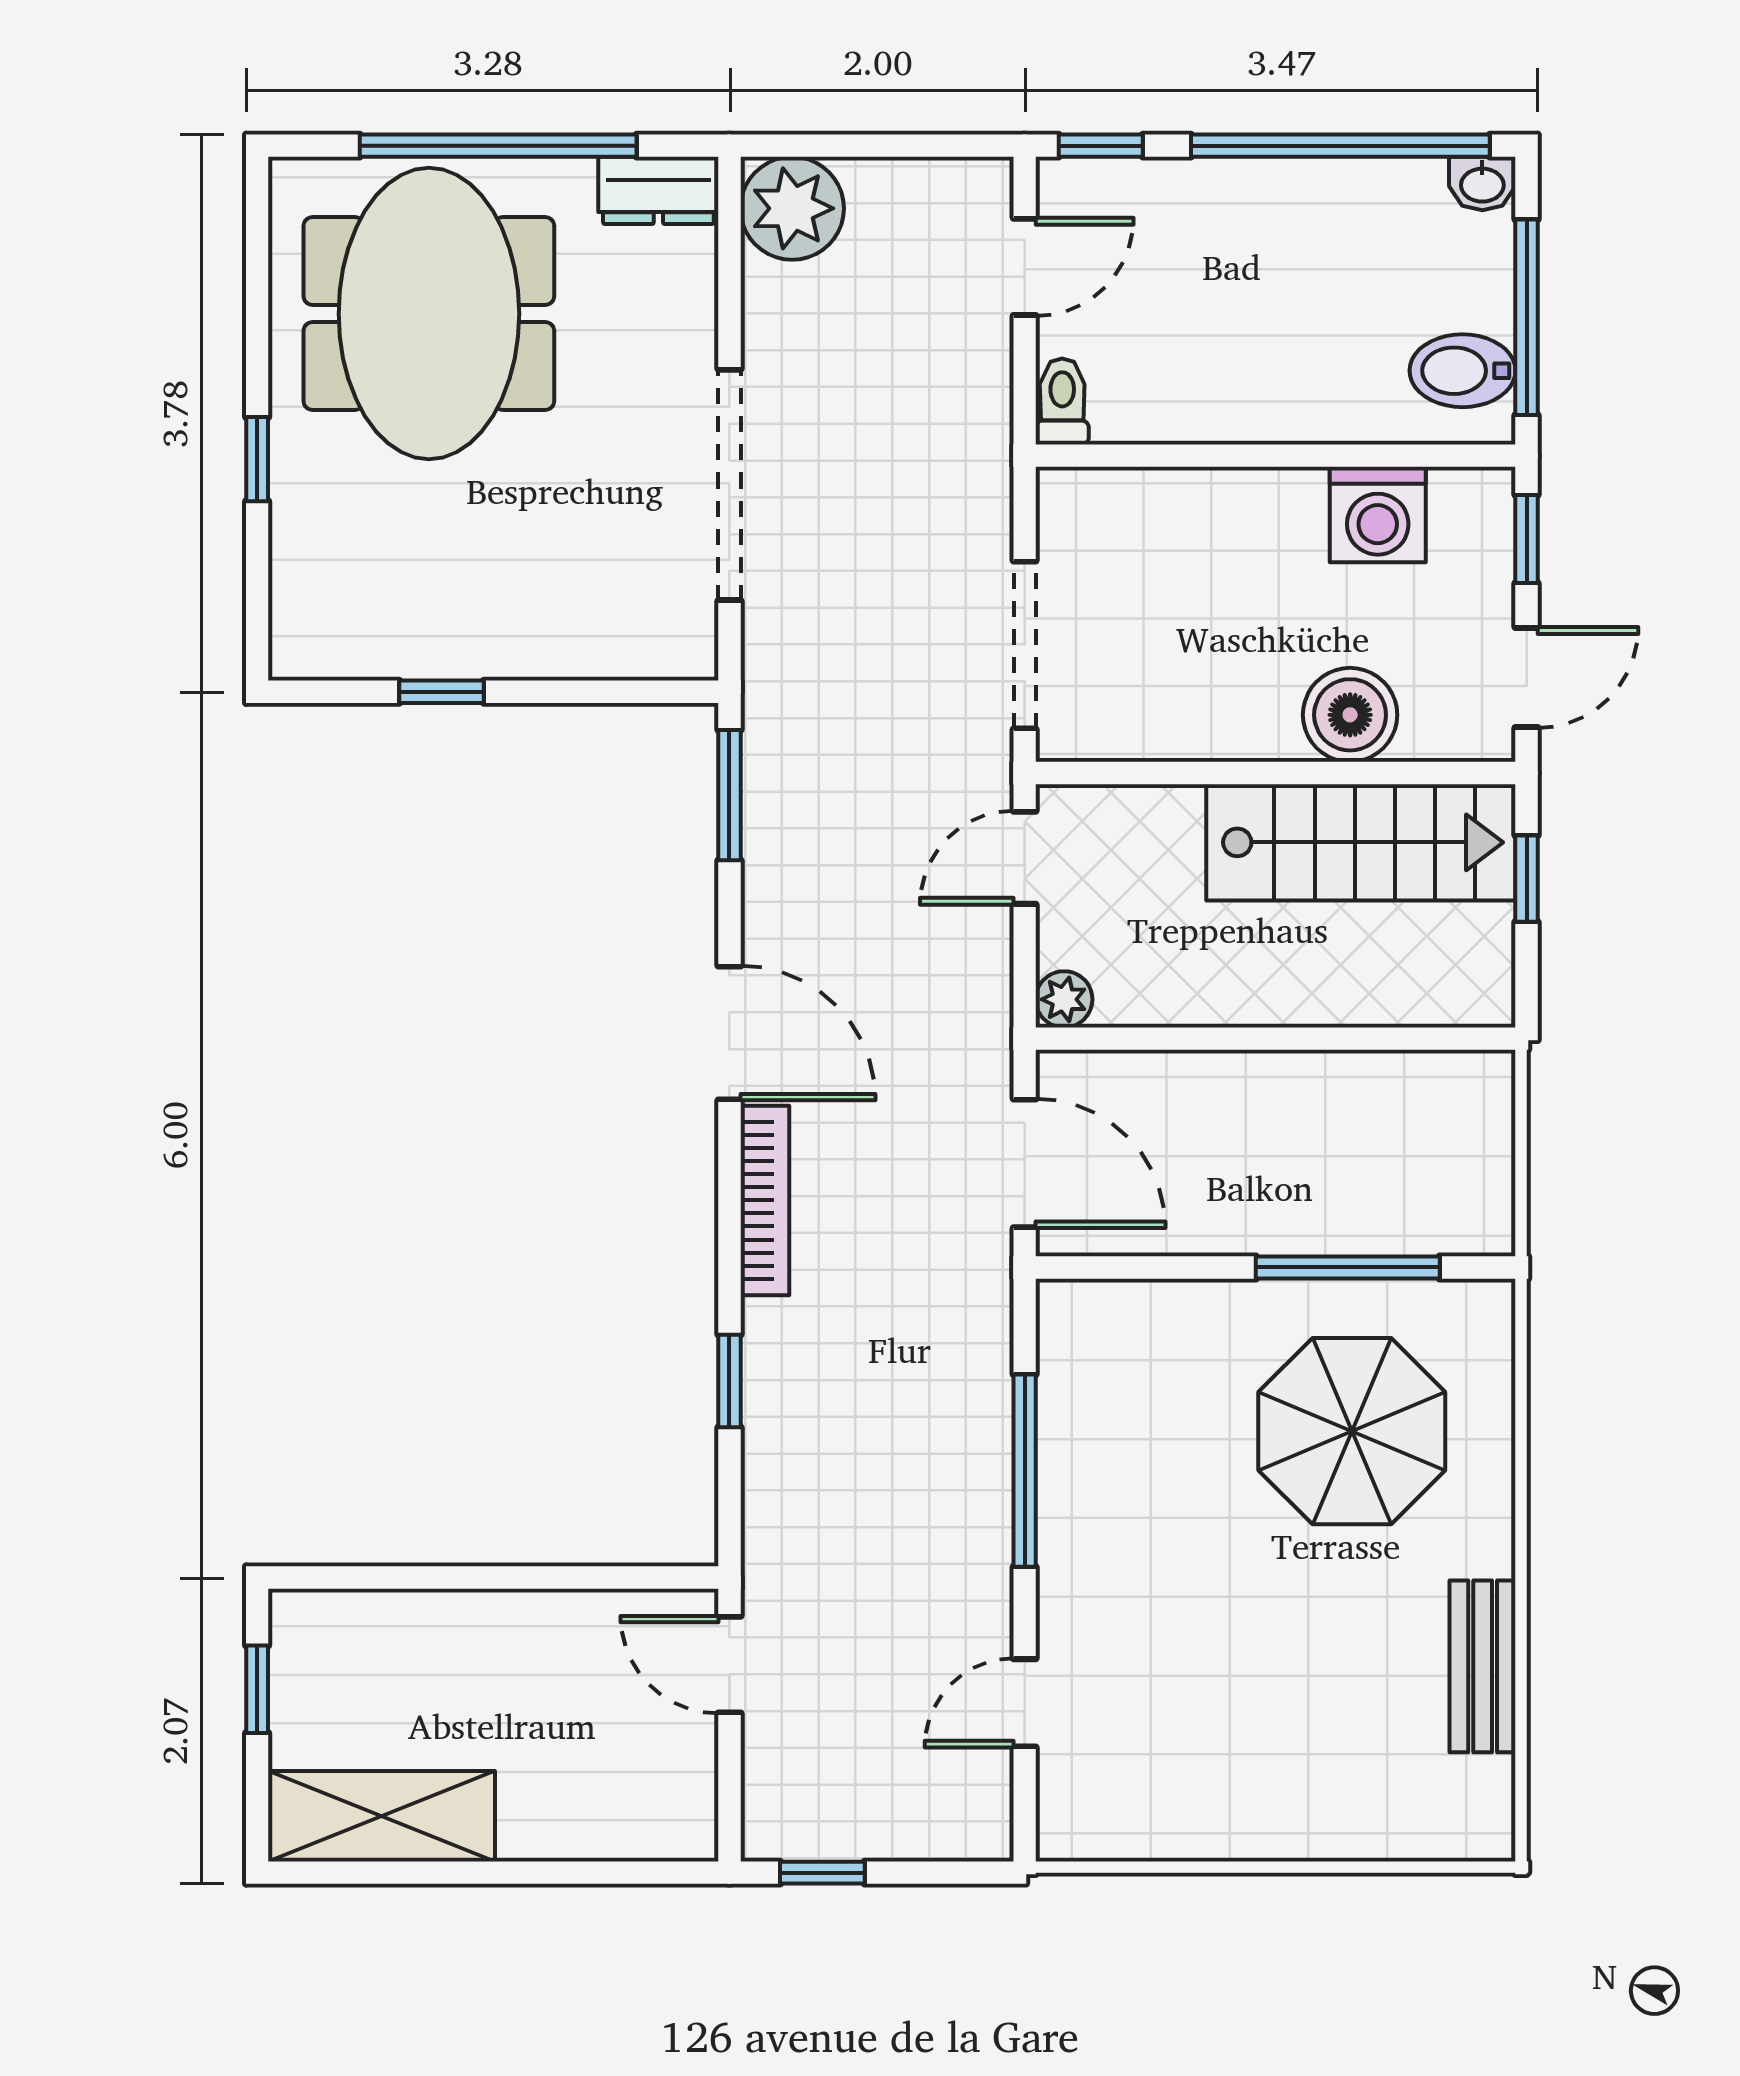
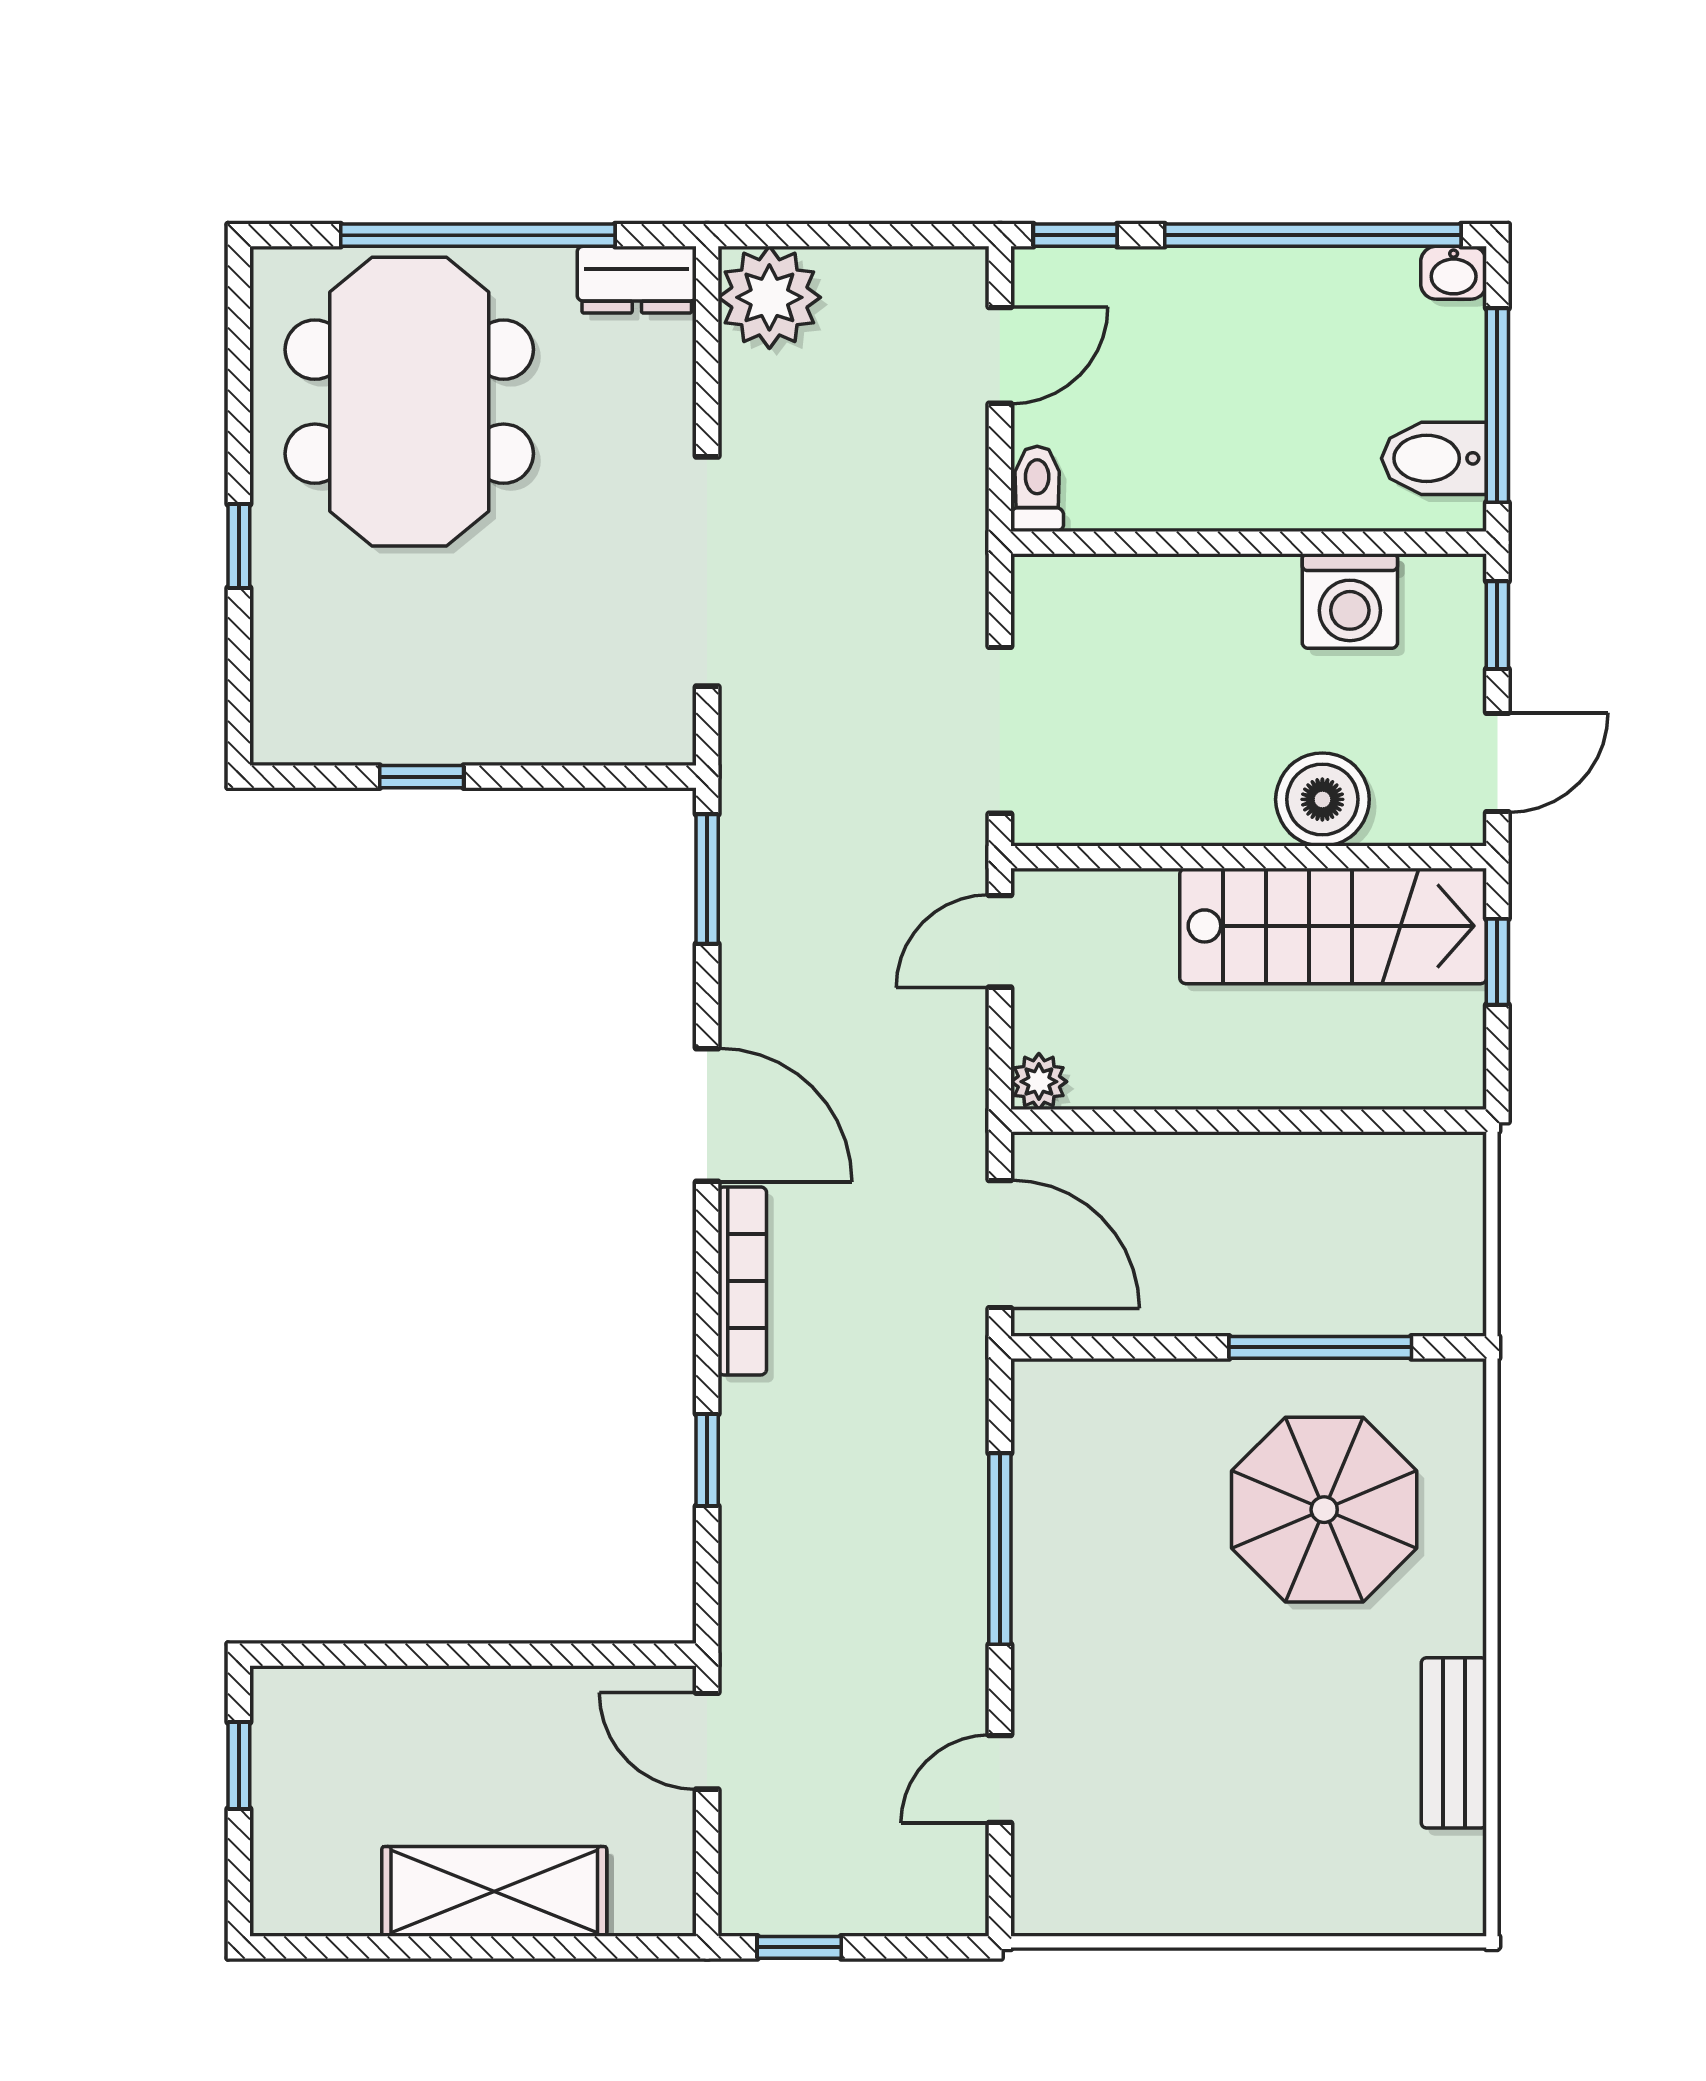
shelving: (382, 1816) -> (494, 1891), moved

